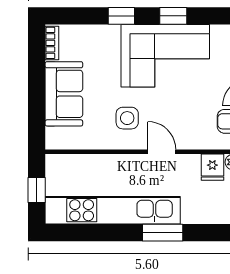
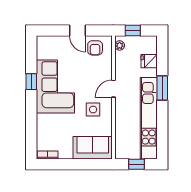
window: (121, 16) -> (31, 113), removed
sofa: (64, 94) -> (93, 148), moved
fridge: (212, 167) -> (149, 61), moved, turned 180

